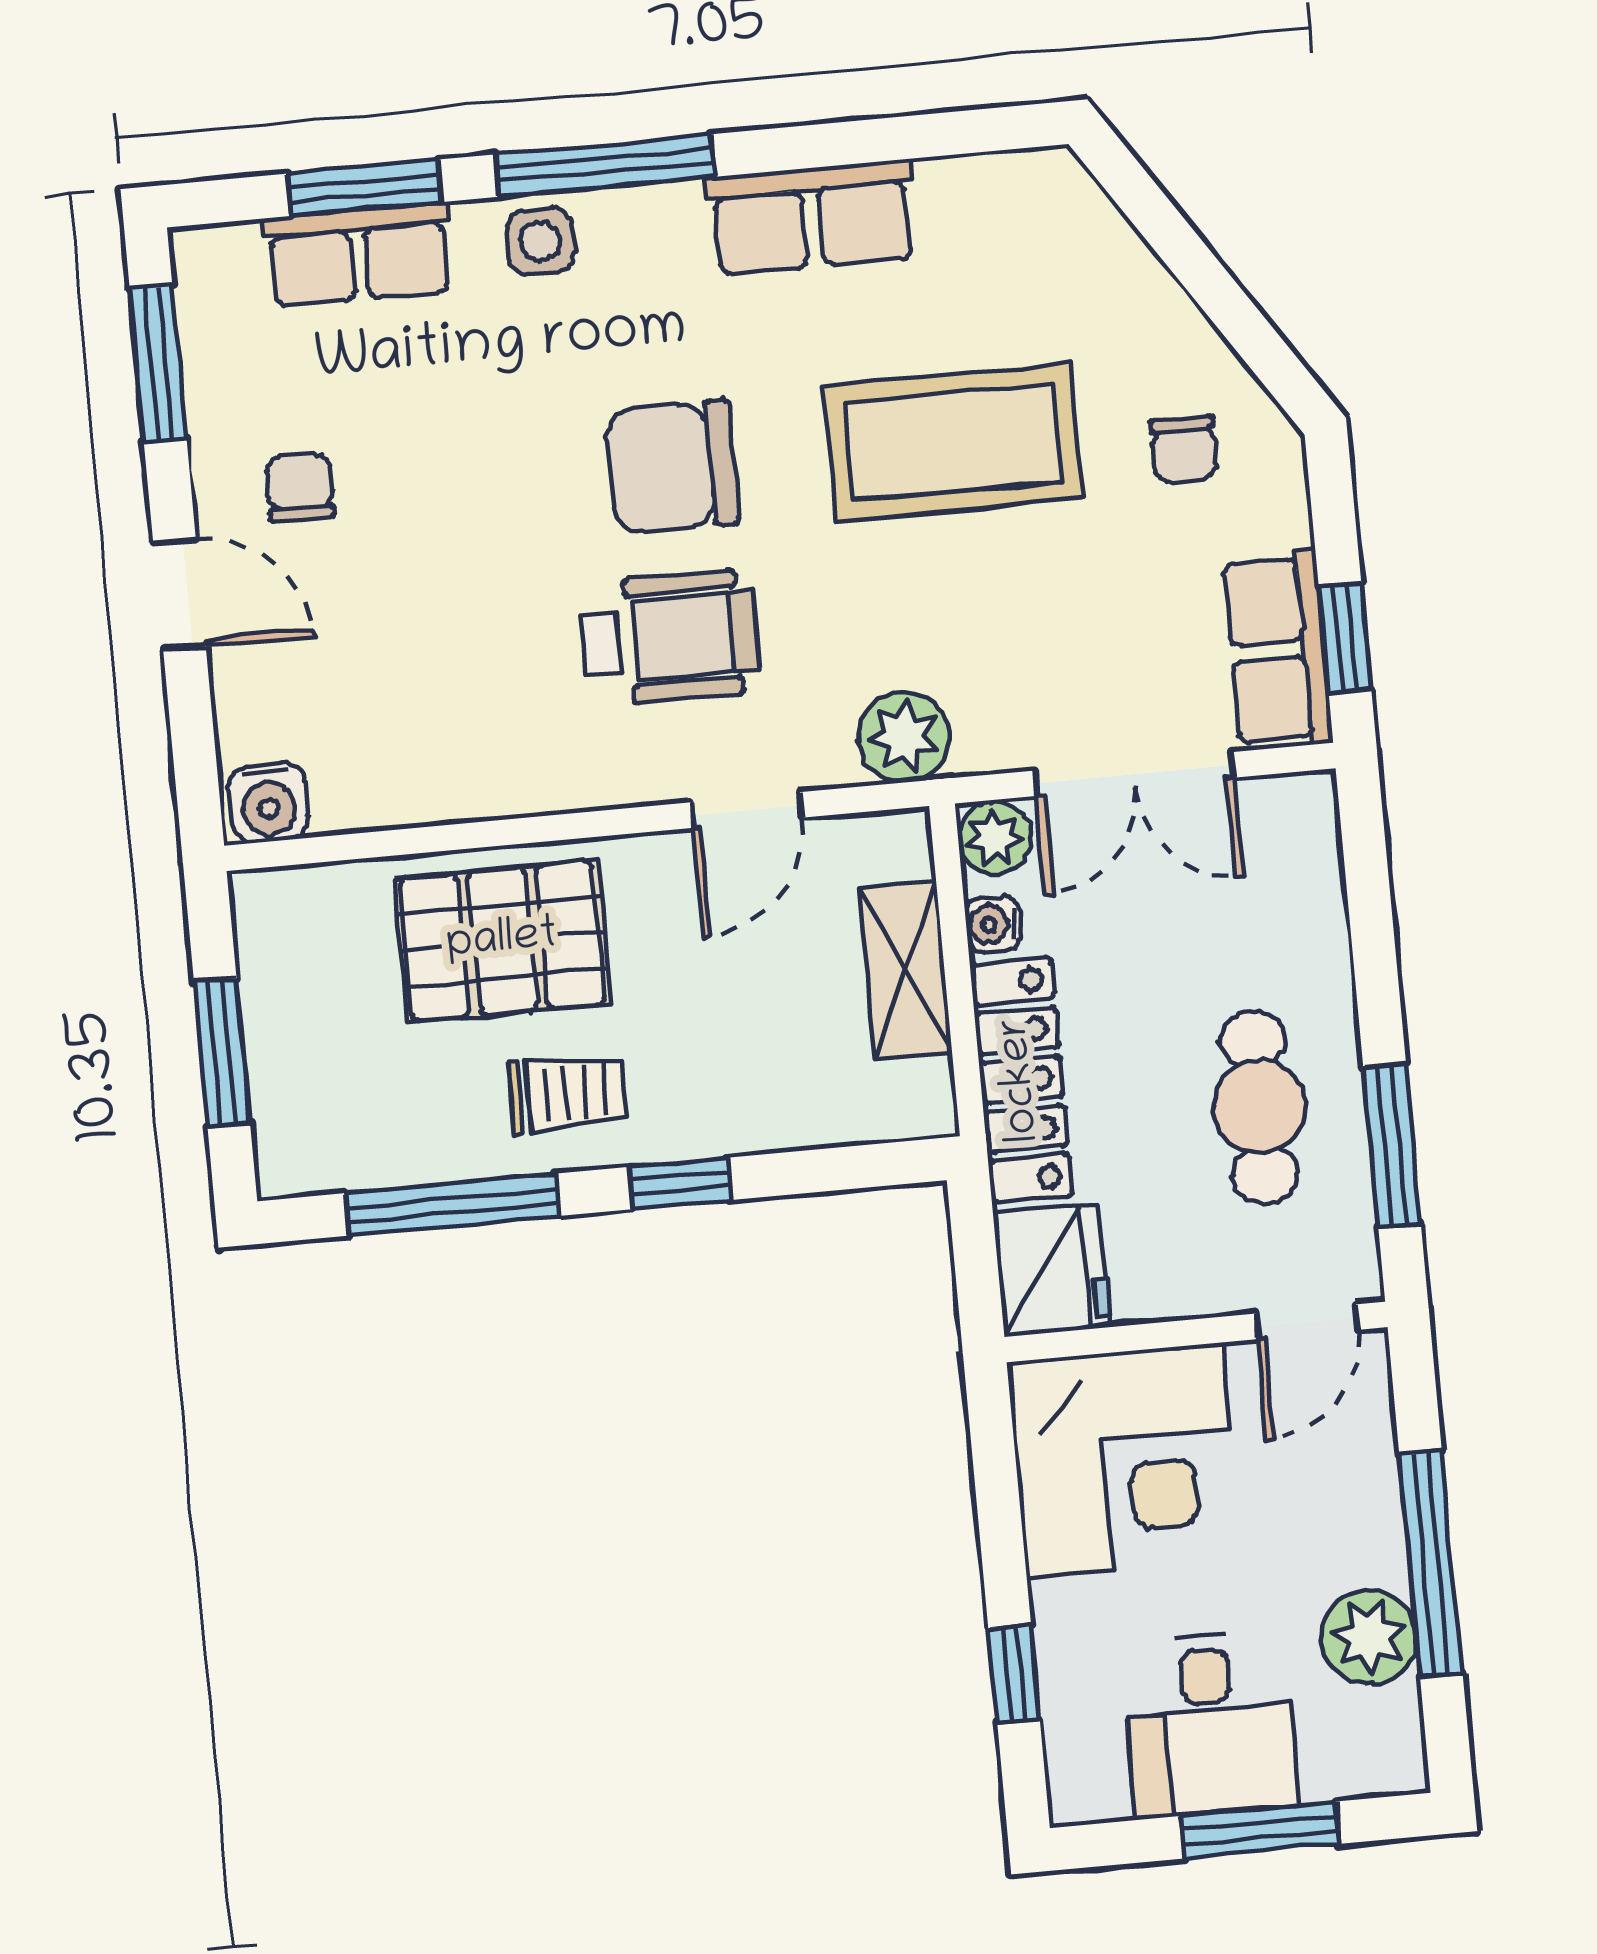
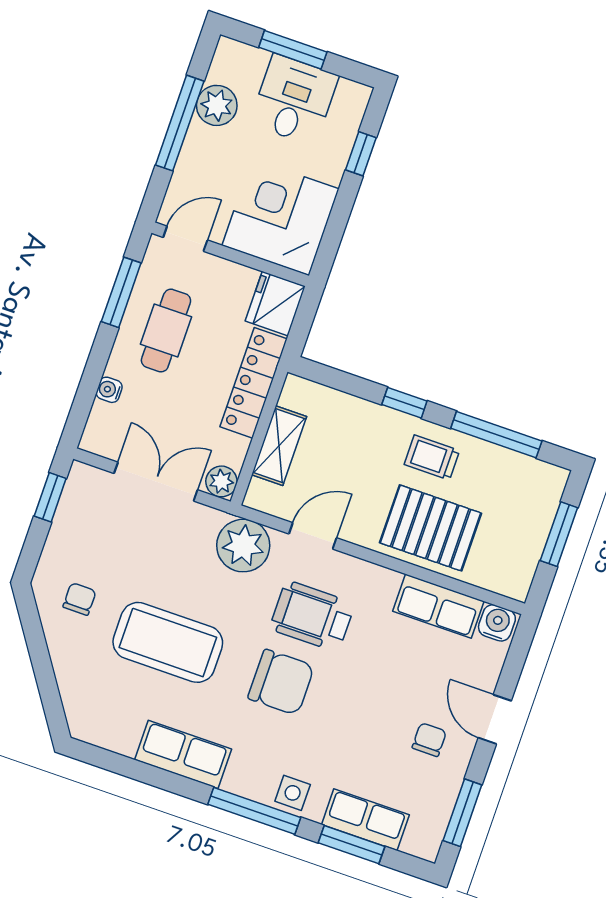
chair: (300, 488) -> (429, 740), turned 180
row of seats: (1278, 650) -> (438, 606), moved, turned 90
plant: (904, 737) -> (243, 546), width x1.36, depth x1.36
water cooler: (993, 924) -> (109, 390), moved, turned 180

